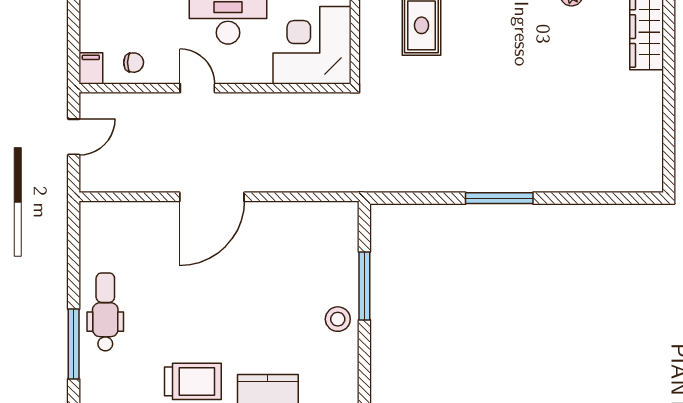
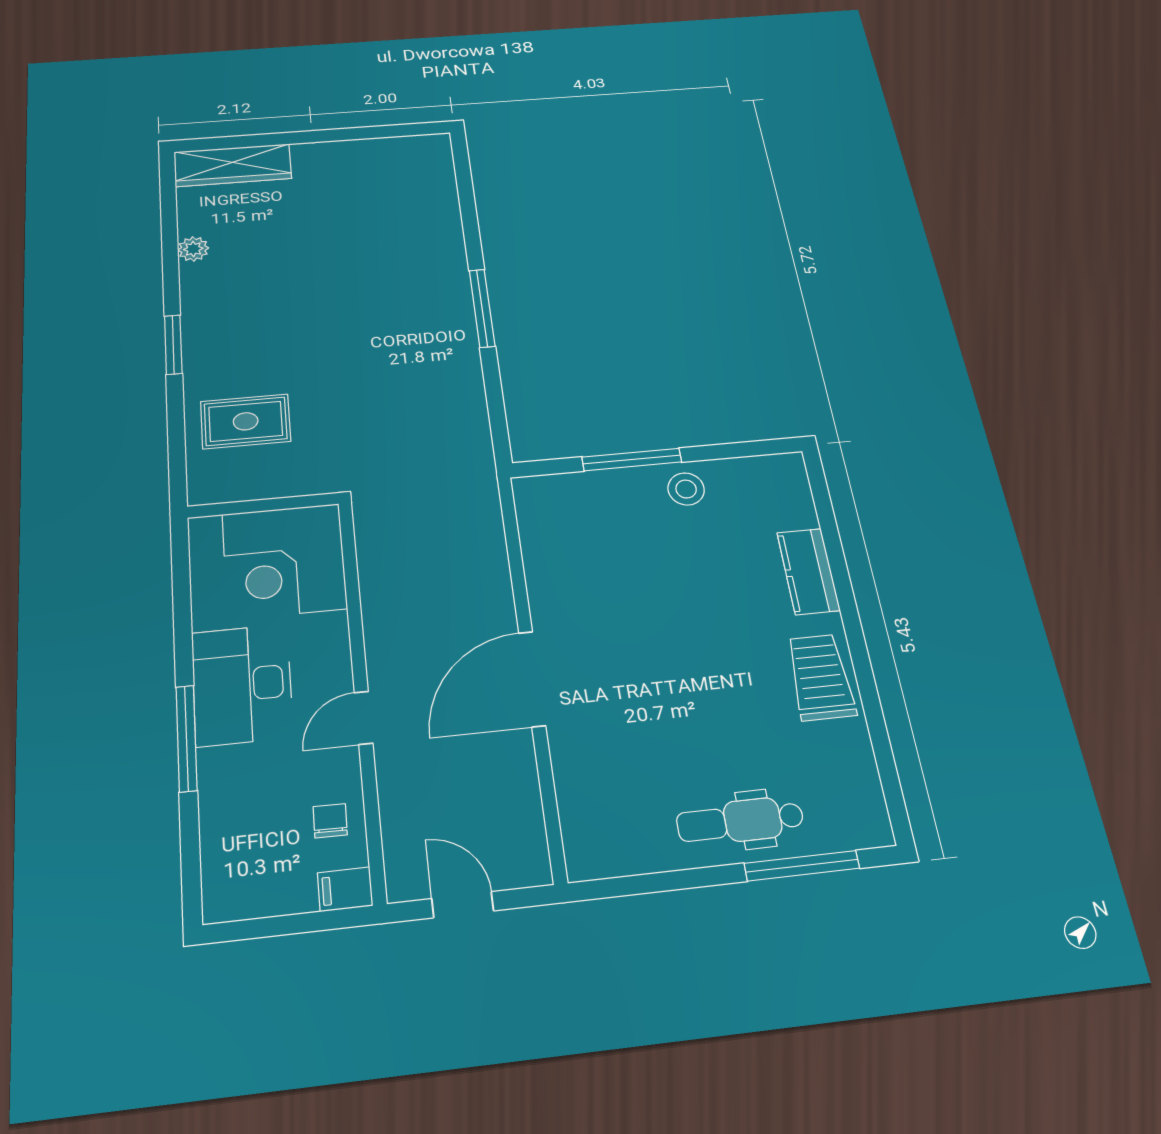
door: (212, 197) -> (532, 679), swing flipped

